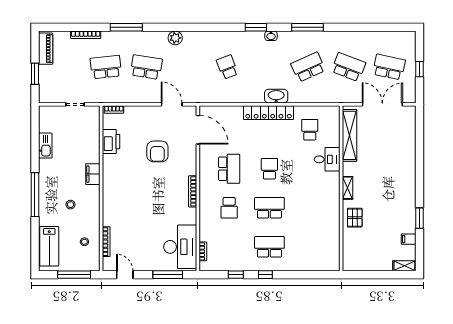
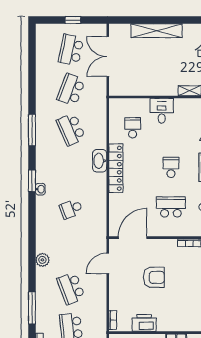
washbasin: (271, 36) -> (40, 189), moved
school desk: (146, 67) -> (71, 288), turned -30
school desk: (310, 130) -> (133, 128), turned 90
shelving: (349, 135) -> (157, 31), moved
school desk: (269, 169) -> (171, 167), turned 90

